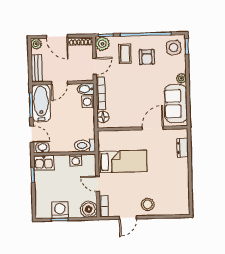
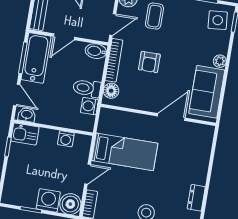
armchair: (147, 57) -> (149, 62), moved
washing machine: (88, 102) -> (89, 106), moved
toilet: (85, 145) -> (87, 88), moved
dresser: (183, 148) -> (196, 198), moved
door: (98, 184) -> (88, 174), swing flipped
washing machine: (60, 210) -> (48, 200), moved

